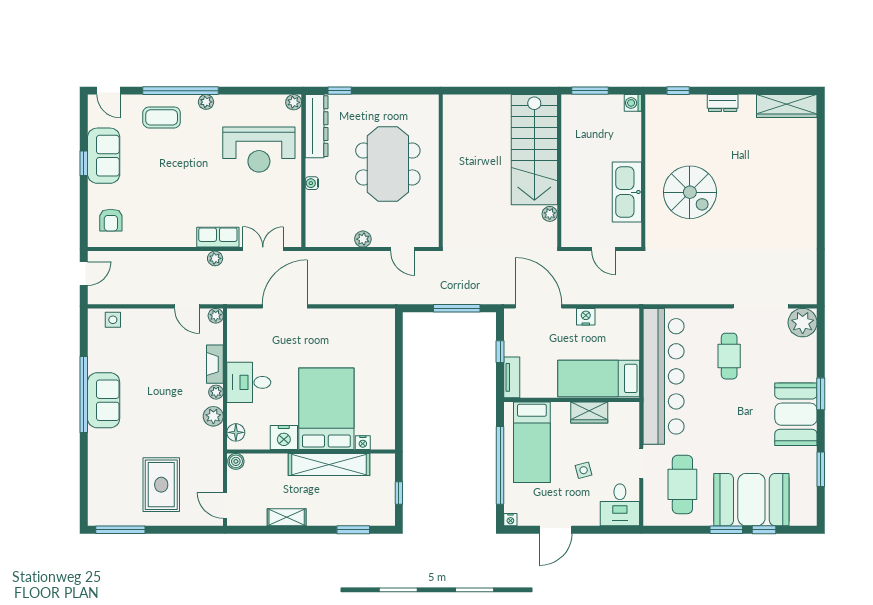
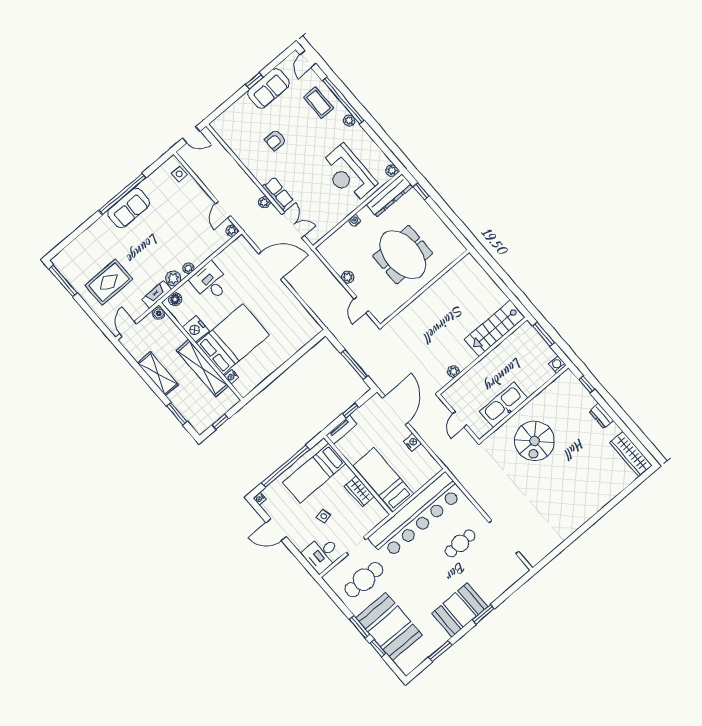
stairs: (534, 150) -> (495, 328), width x0.73, depth x0.66
meeting table: (388, 164) -> (403, 255), turned 90
armchair: (111, 220) -> (275, 140), moved
plant: (803, 323) -> (515, 569), removed
fireplace: (215, 364) -> (157, 294), moved
shelving: (287, 517) -> (158, 374), width x1.50, depth x1.33

